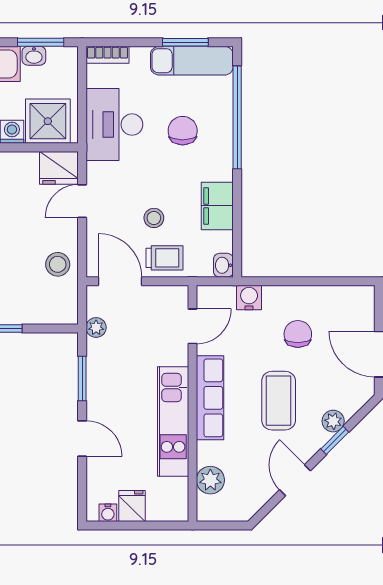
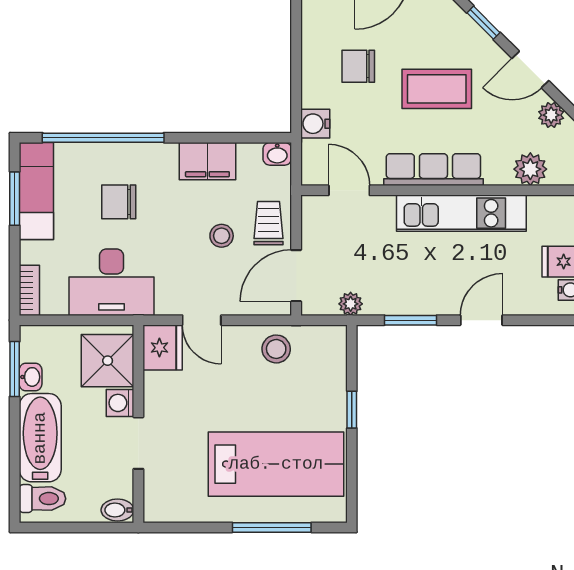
plant: (333, 421) -> (551, 115), moved

